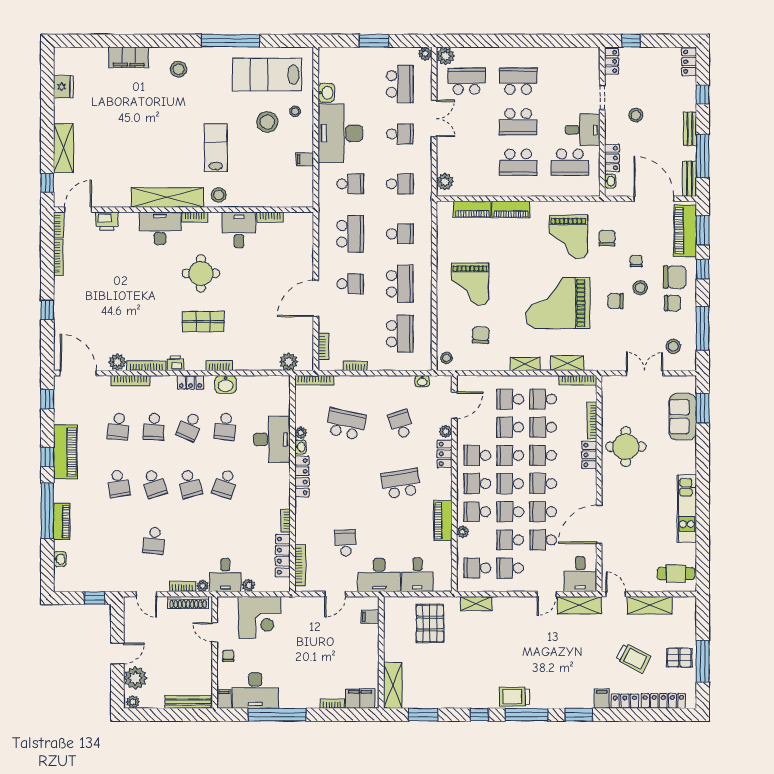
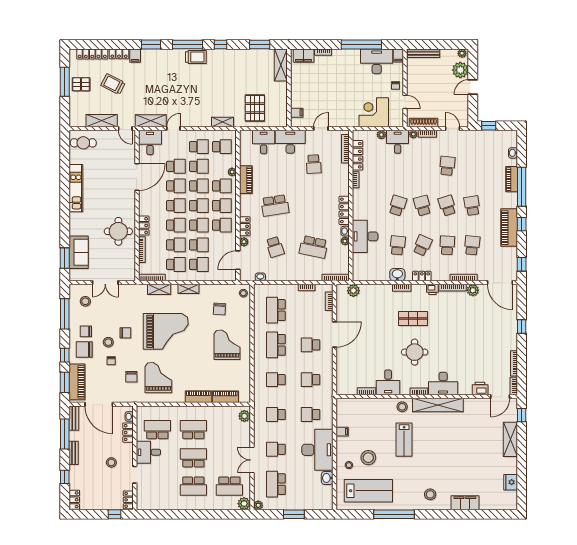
school desk: (350, 234) -> (311, 380), width x0.54

